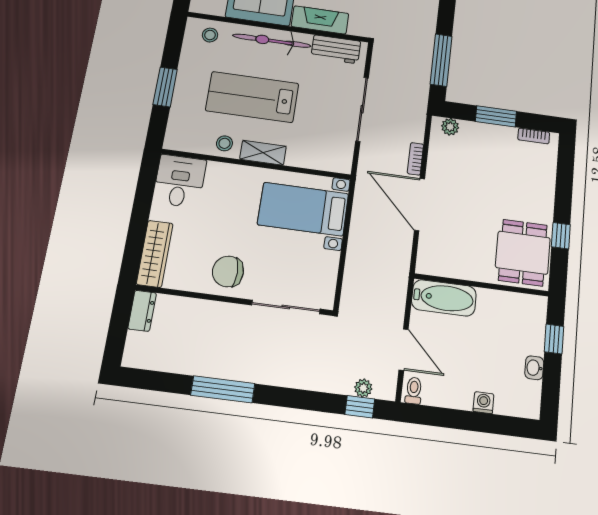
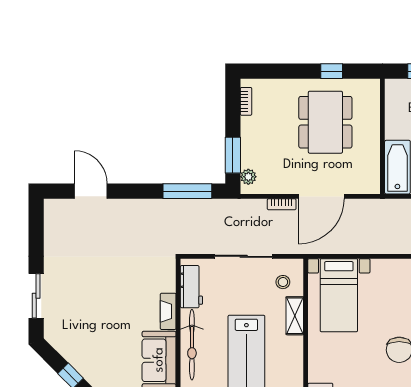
fireplace: (320, 20) -> (168, 311), width x0.73, depth x0.76
window: (496, 116) -> (233, 155), moved
stool: (224, 143) -> (283, 282), moved
shelving: (263, 153) -> (295, 316), moved
dining table: (523, 253) -> (325, 122), moved, width x1.38

